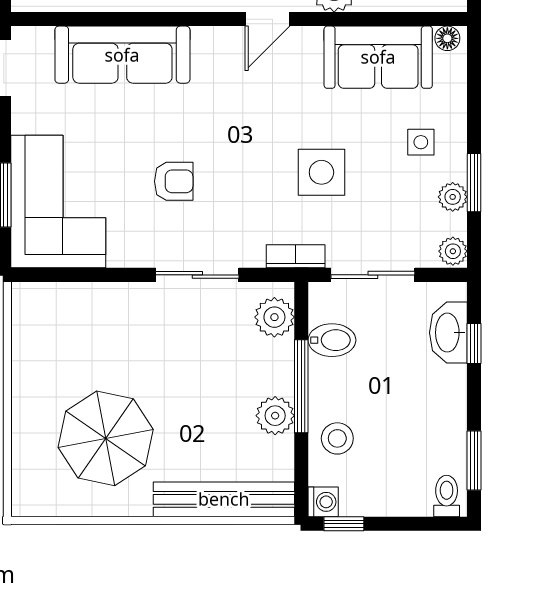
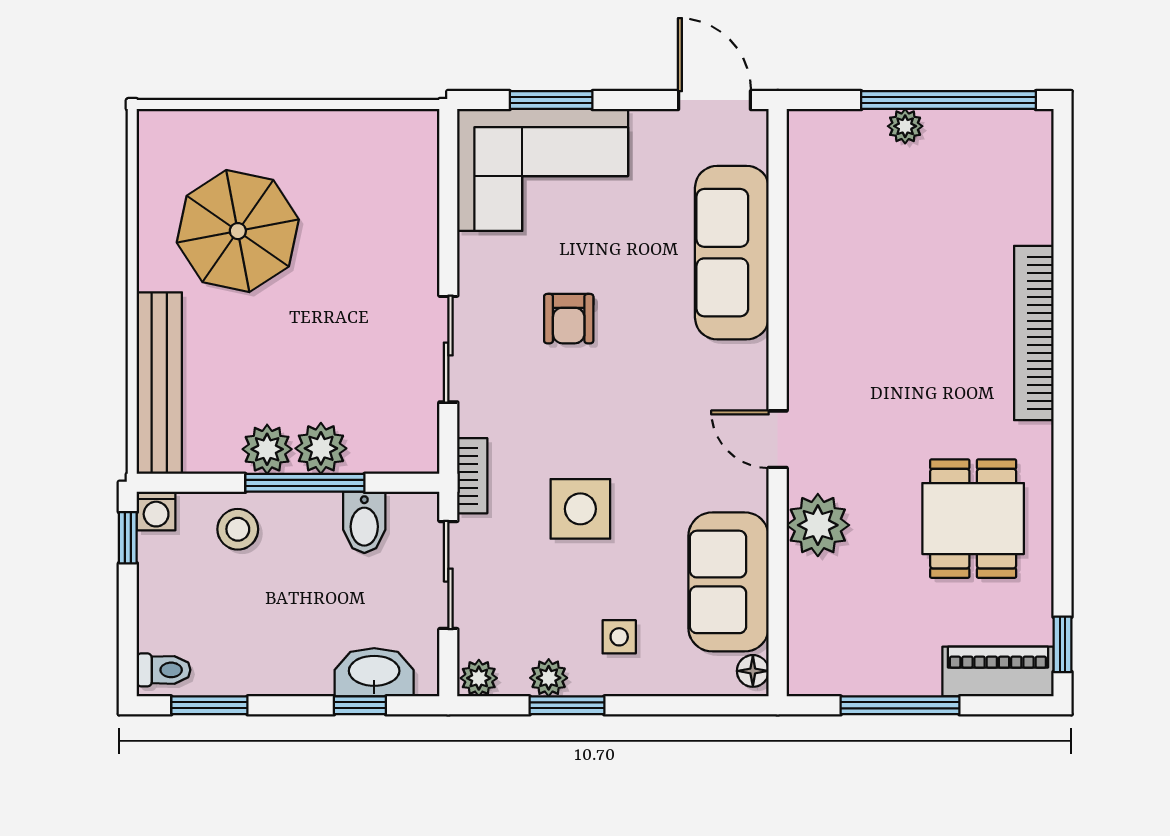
plant: (274, 317) -> (321, 448), moved

